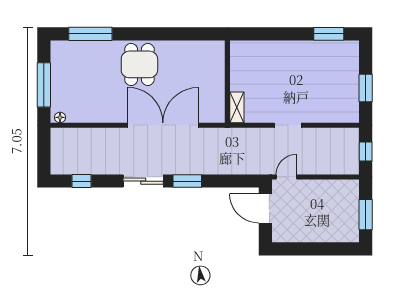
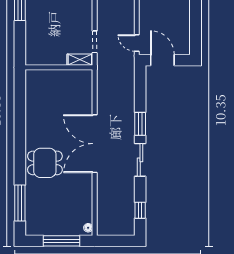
wall: (227, 82) -> (59, 67), moved
shelving: (237, 107) -> (80, 60), moved
door: (265, 208) -> (162, 60), swing flipped

